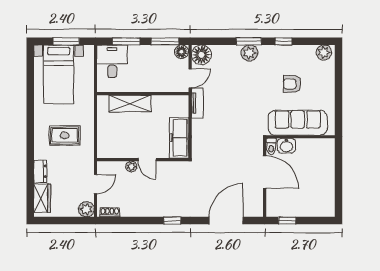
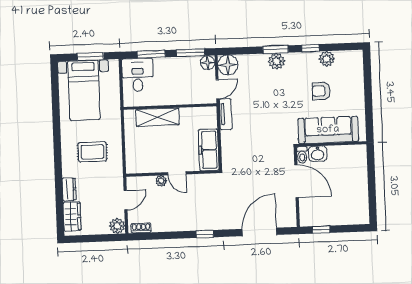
plant: (324, 53) -> (327, 59), moved

